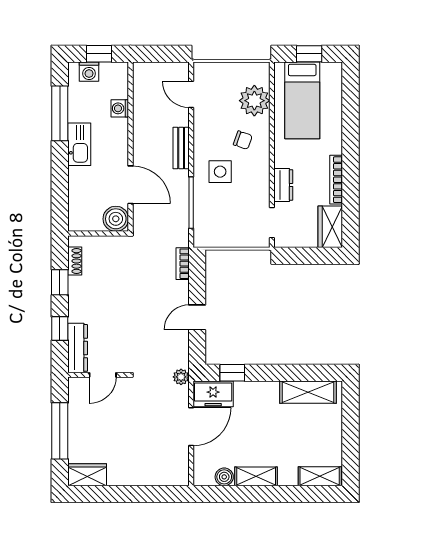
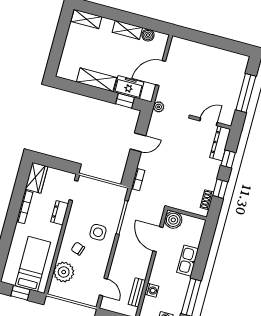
kitchen sink: (79, 144) -> (188, 261), moved
bench: (181, 148) -> (137, 292), moved
shelving: (308, 392) -> (96, 80), moved
freezer: (213, 394) -> (129, 87), moved
wardrobe: (87, 475) -> (236, 60), removed

